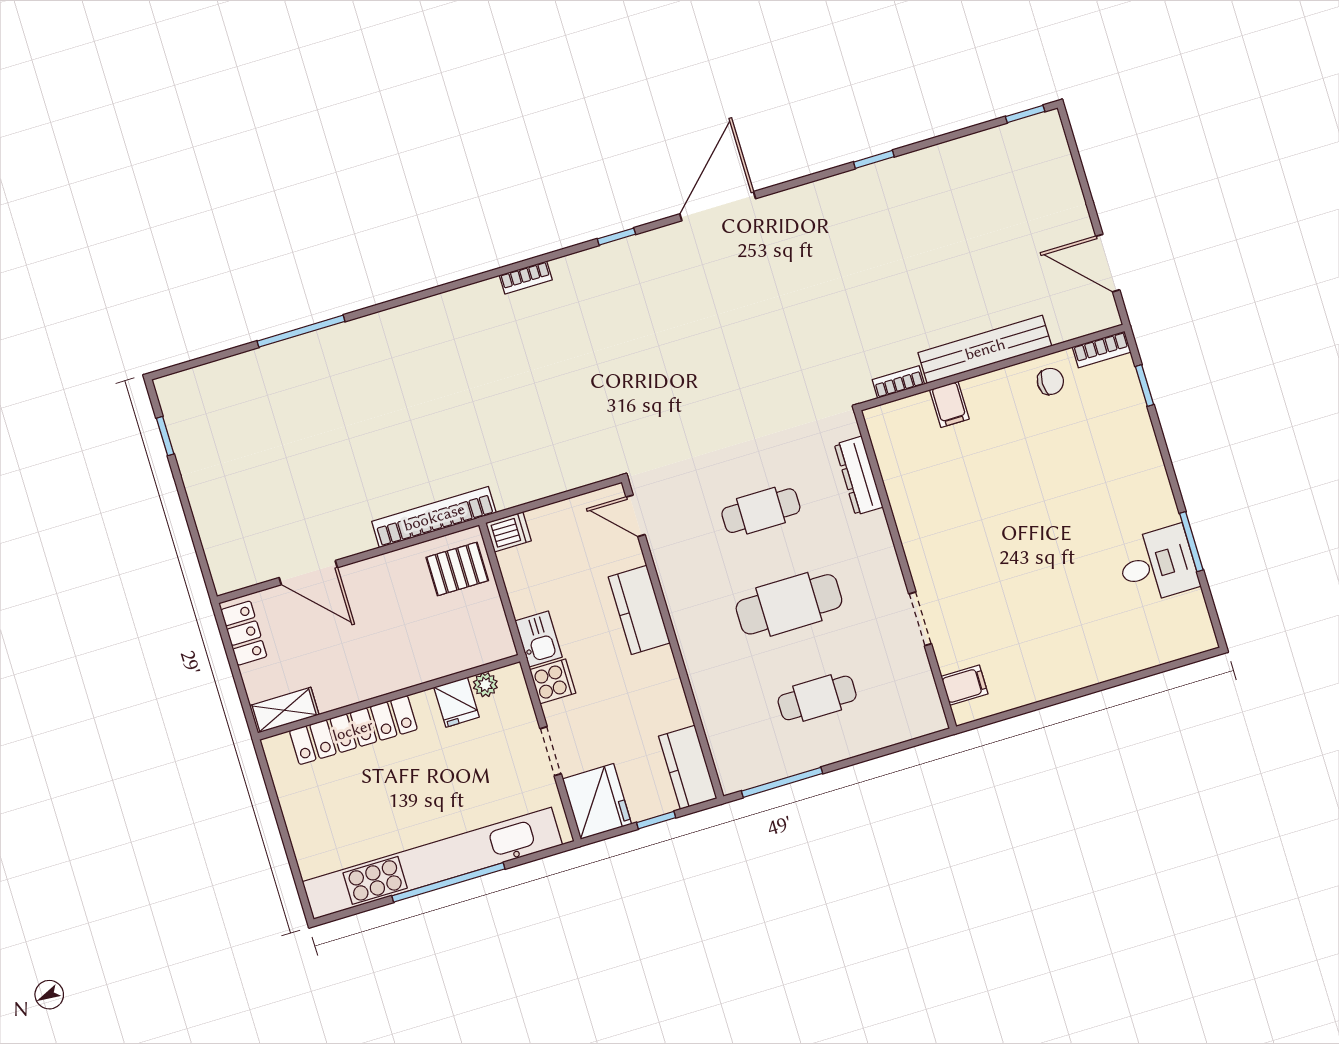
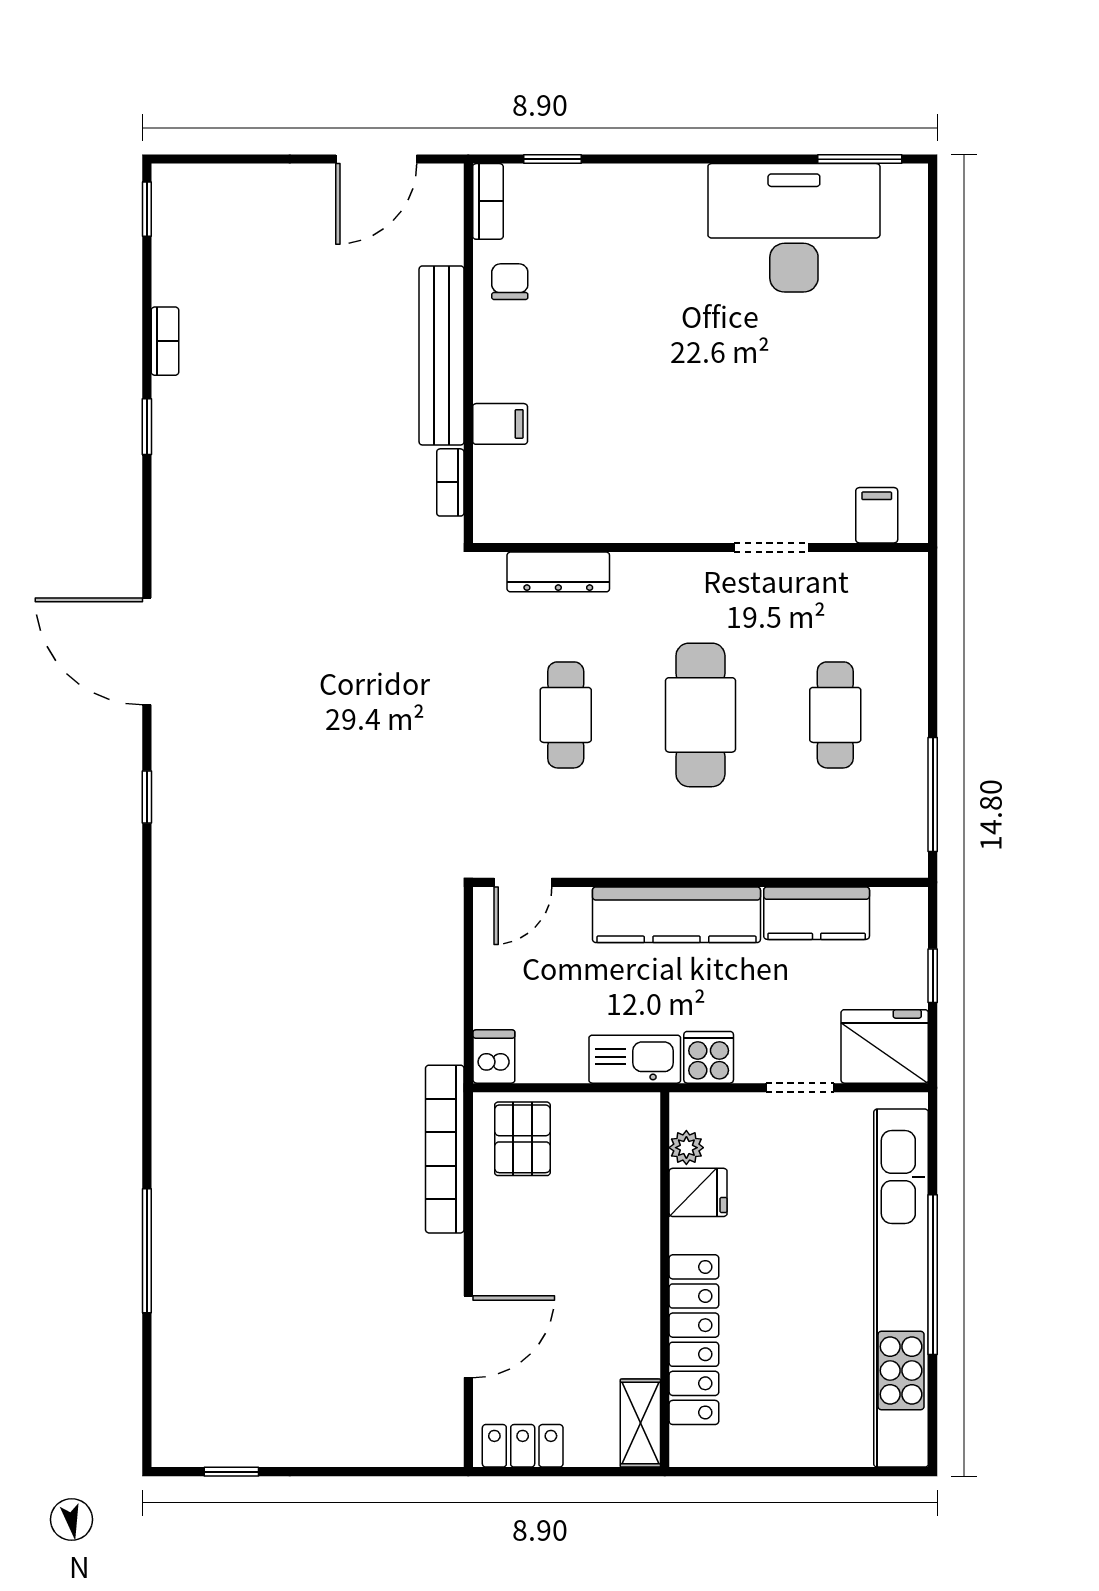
bookcase: (526, 278) -> (165, 341), moved
window: (1191, 542) -> (860, 159), moved
desk: (1157, 565) -> (794, 228), width x1.87, depth x1.30
kitchen counter: (639, 610) -> (676, 915), width x1.50
kitchen sink: (539, 639) -> (635, 1059), width x1.38
kitchen counter: (688, 767) -> (817, 913), moved

